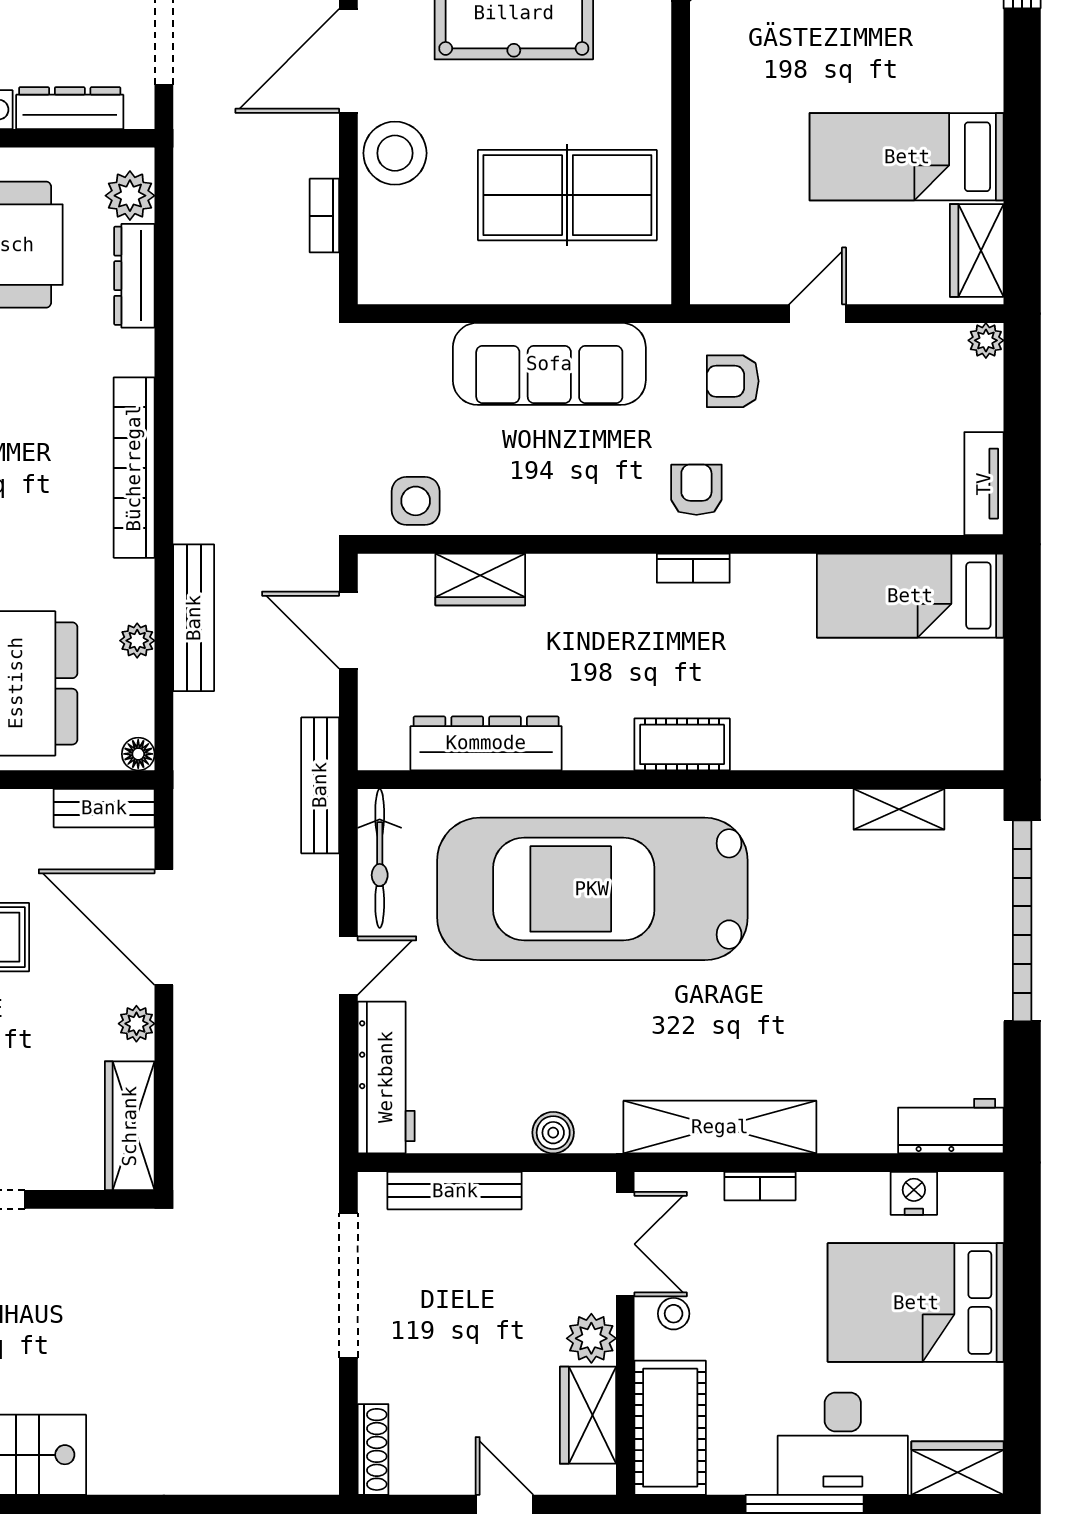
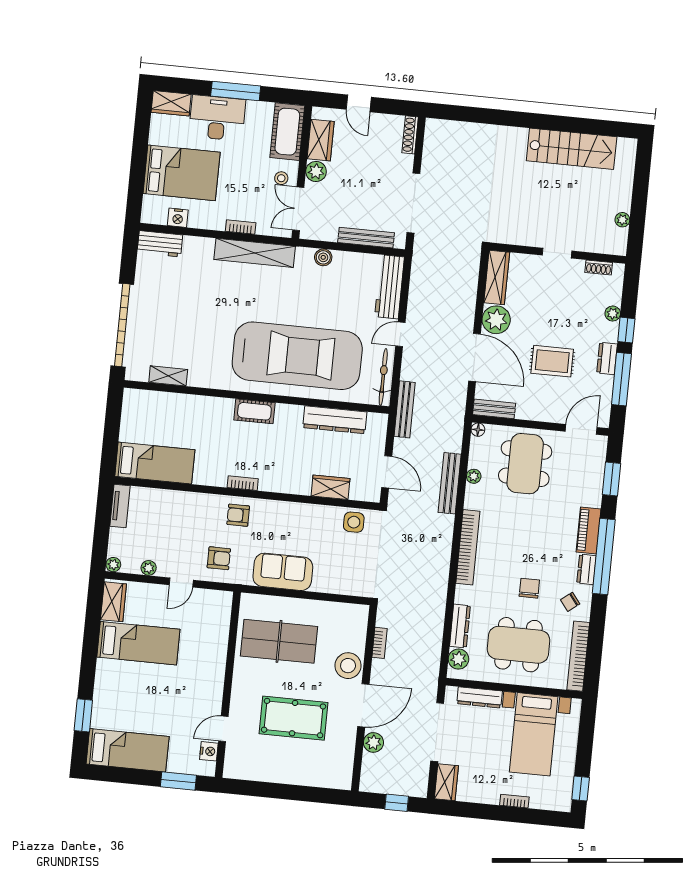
plant: (900, 341) -> (149, 568), added
sofa: (549, 364) -> (283, 572), width x0.73
armchair: (696, 490) -> (238, 515), turned 90
plant: (136, 1024) -> (496, 320), width x1.87, depth x1.87

